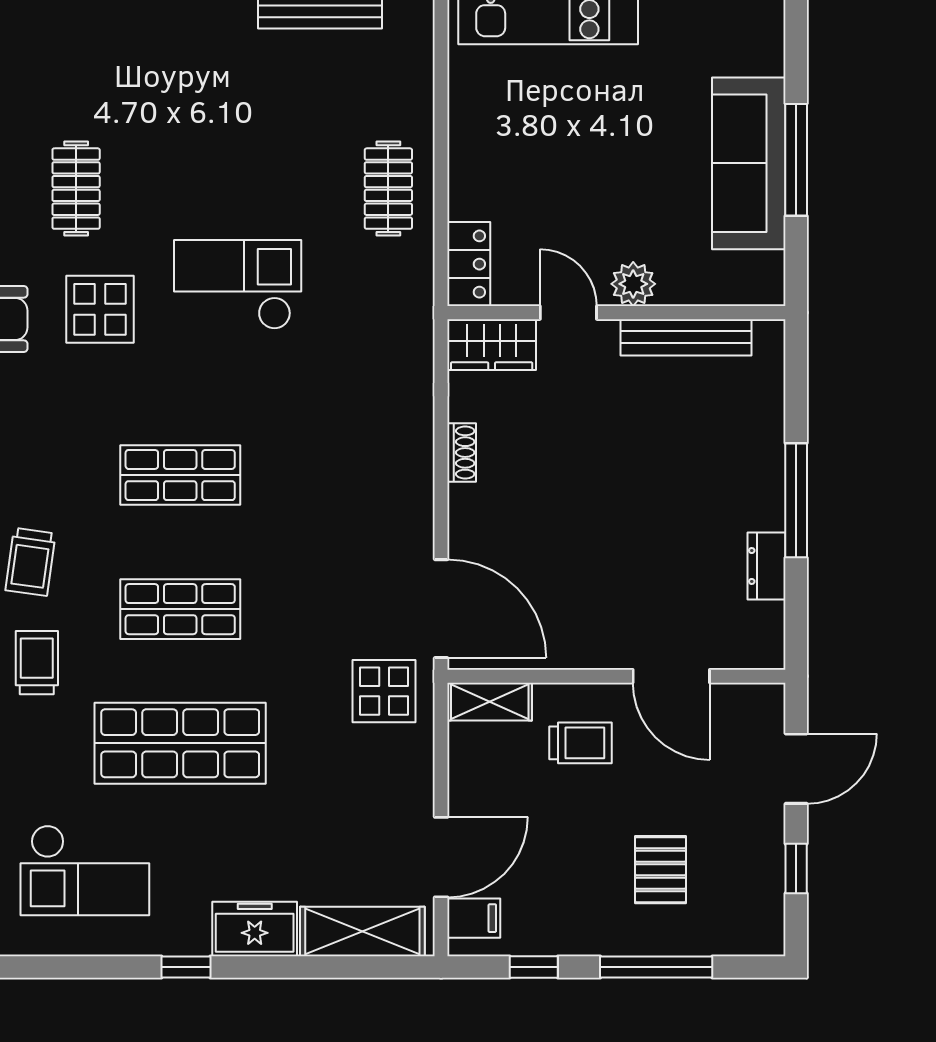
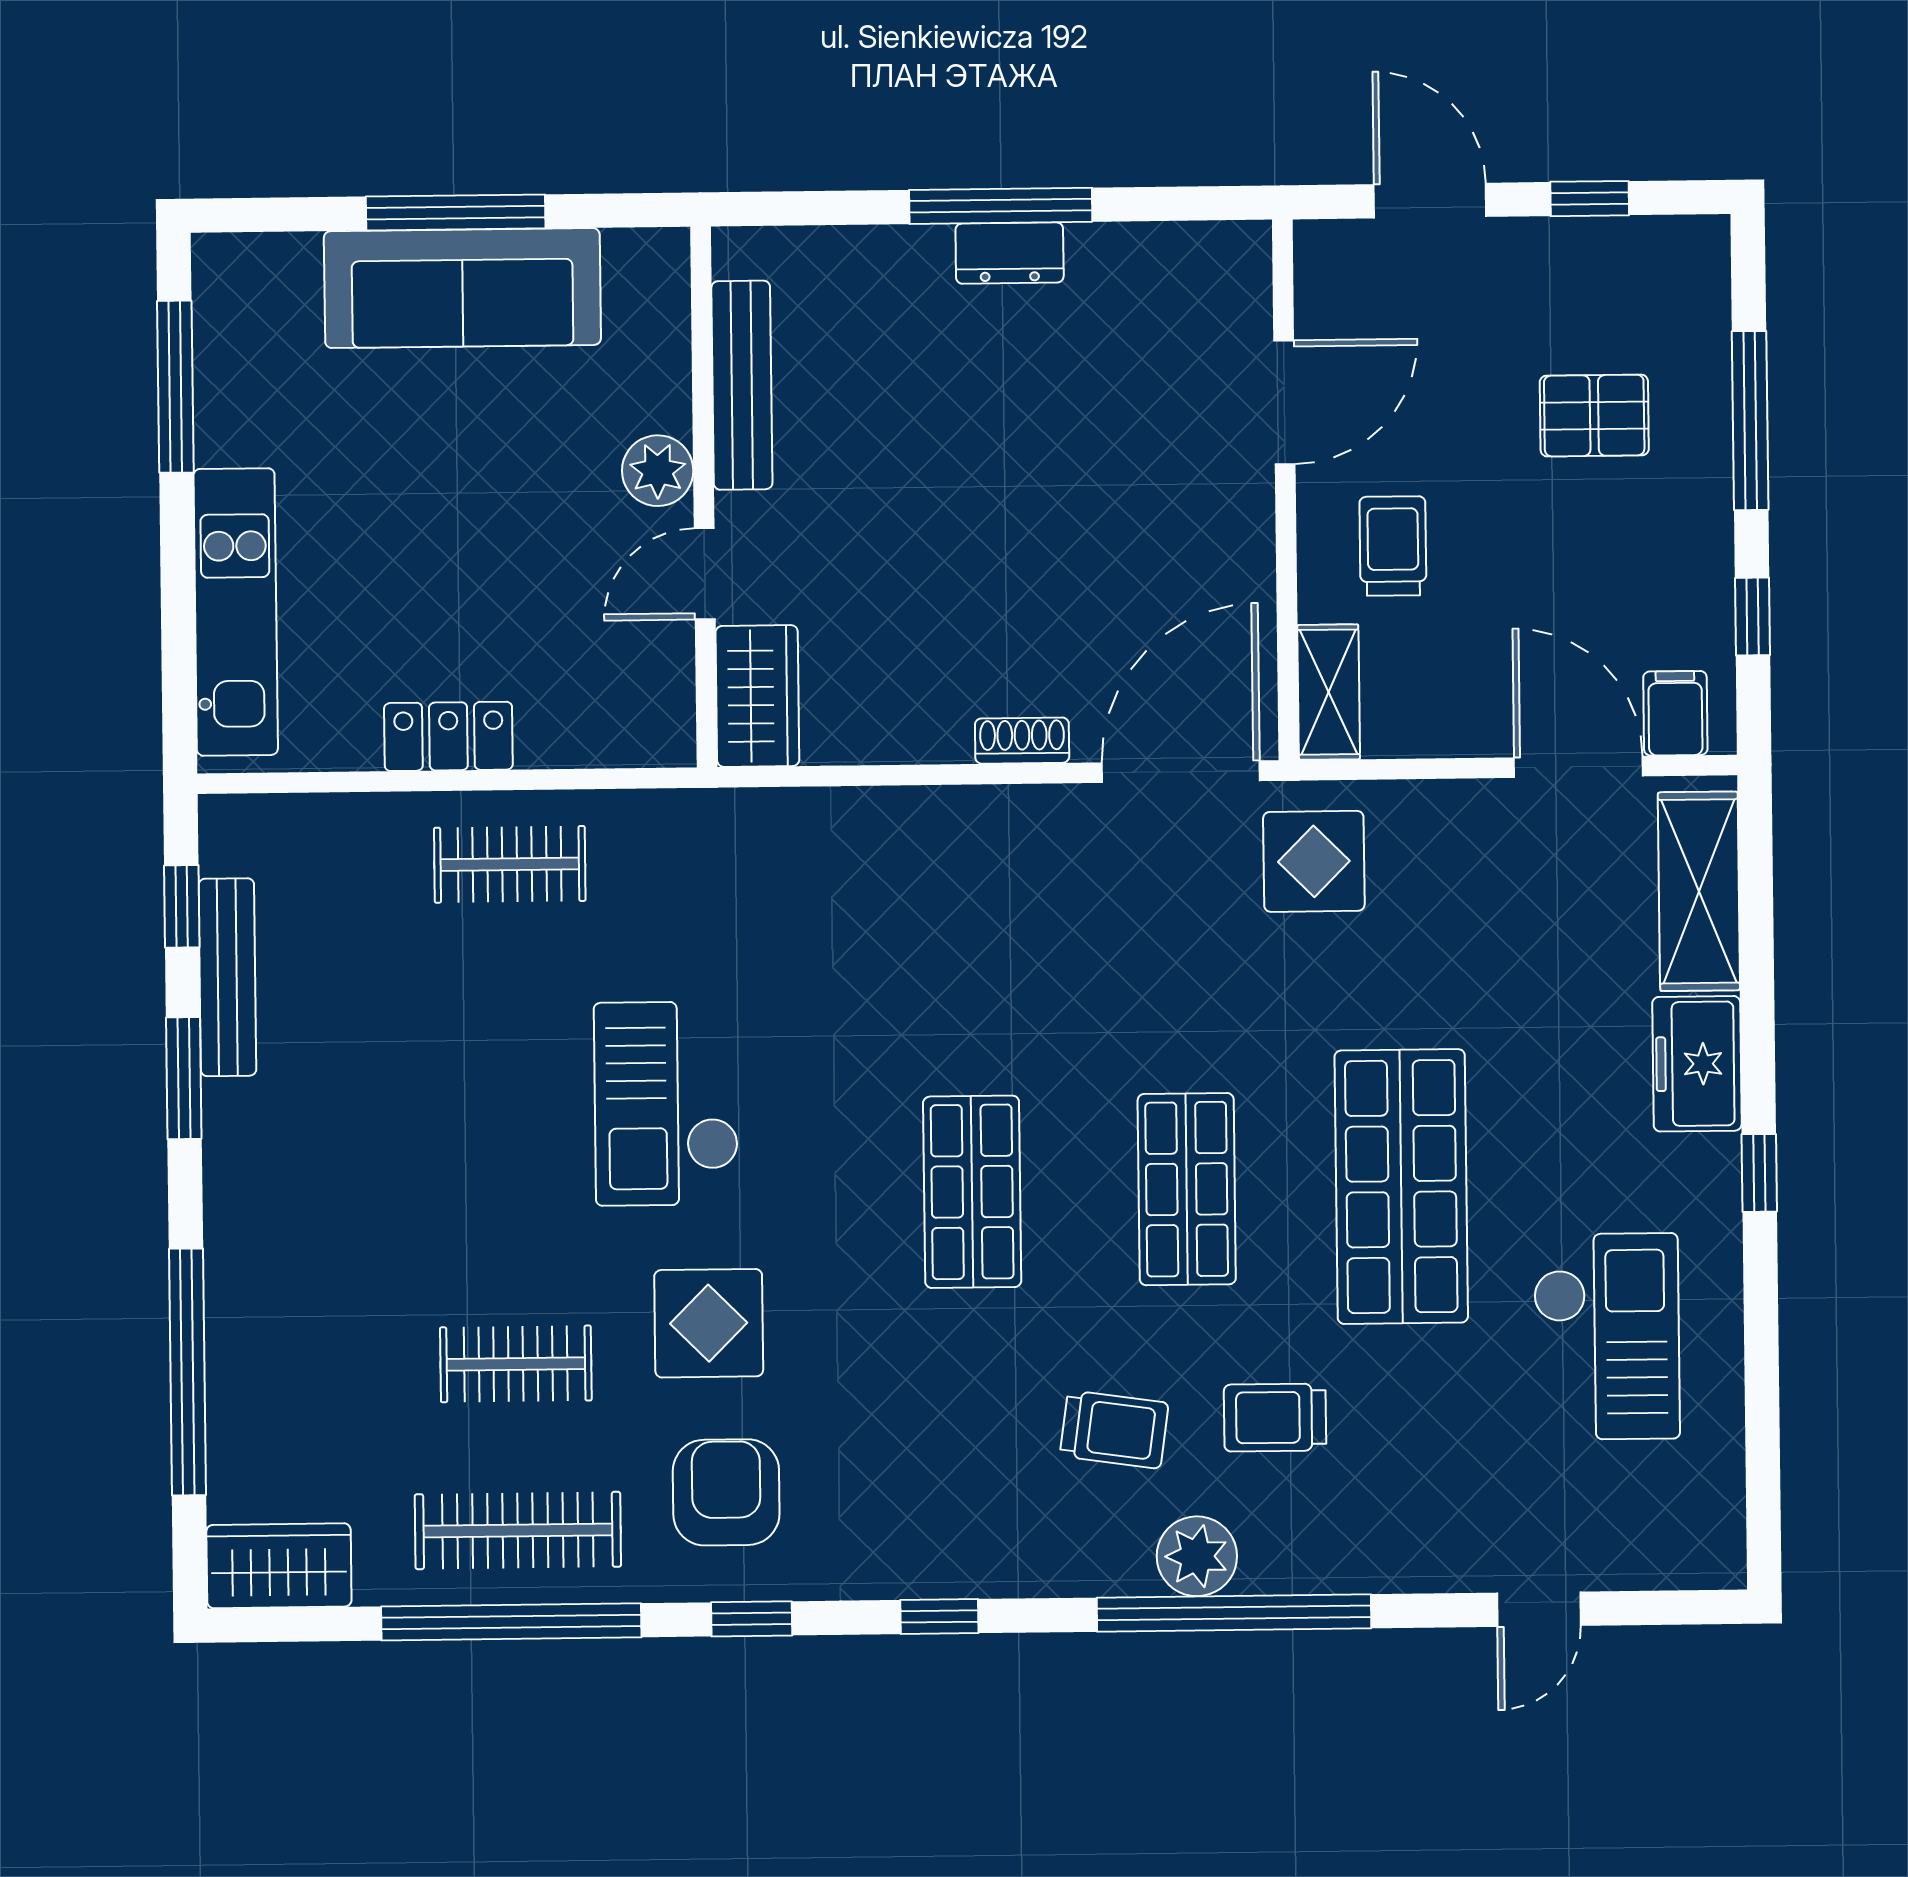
locker: (469, 264) -> (448, 736), moved
shoe rack: (462, 452) -> (1022, 741), moved
dresser: (767, 566) -> (1010, 253), moved

